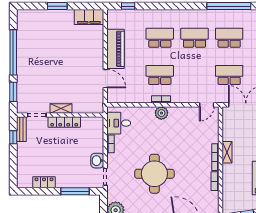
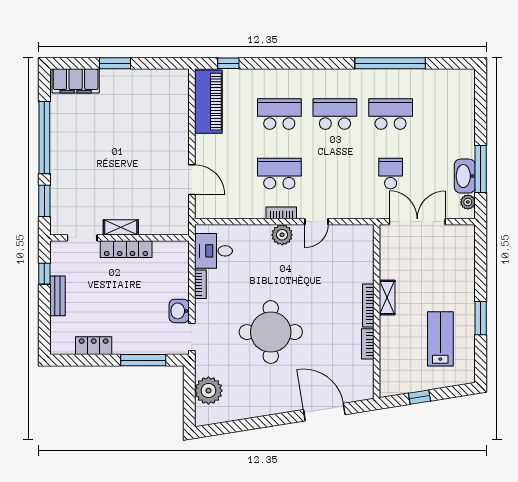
filing cabinet: (89, 17) -> (76, 81), moved
piano: (116, 49) -> (208, 102), moved
school desk: (229, 75) -> (391, 174), width x0.54
door: (207, 105) -> (317, 222), moved
bench: (21, 129) -> (57, 296), moved

